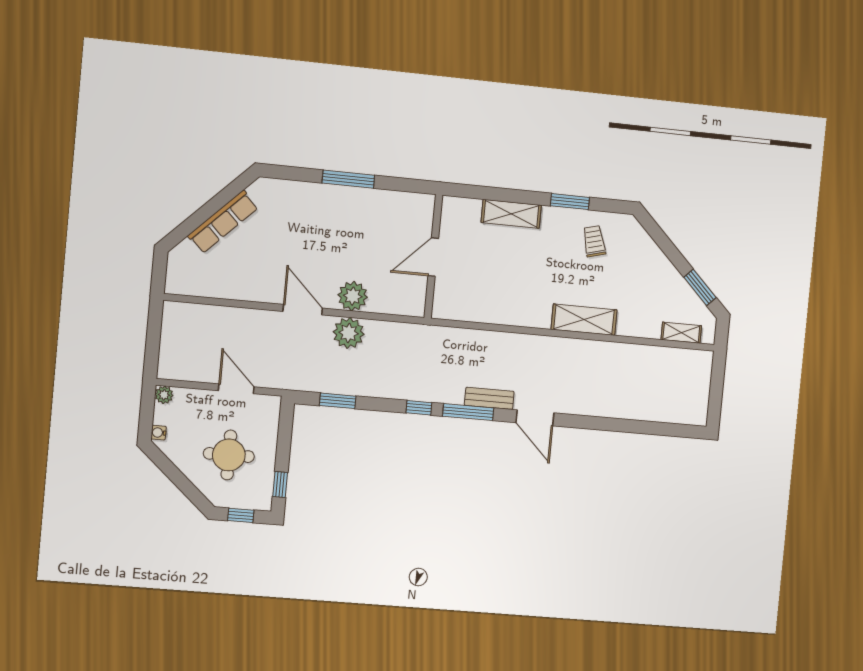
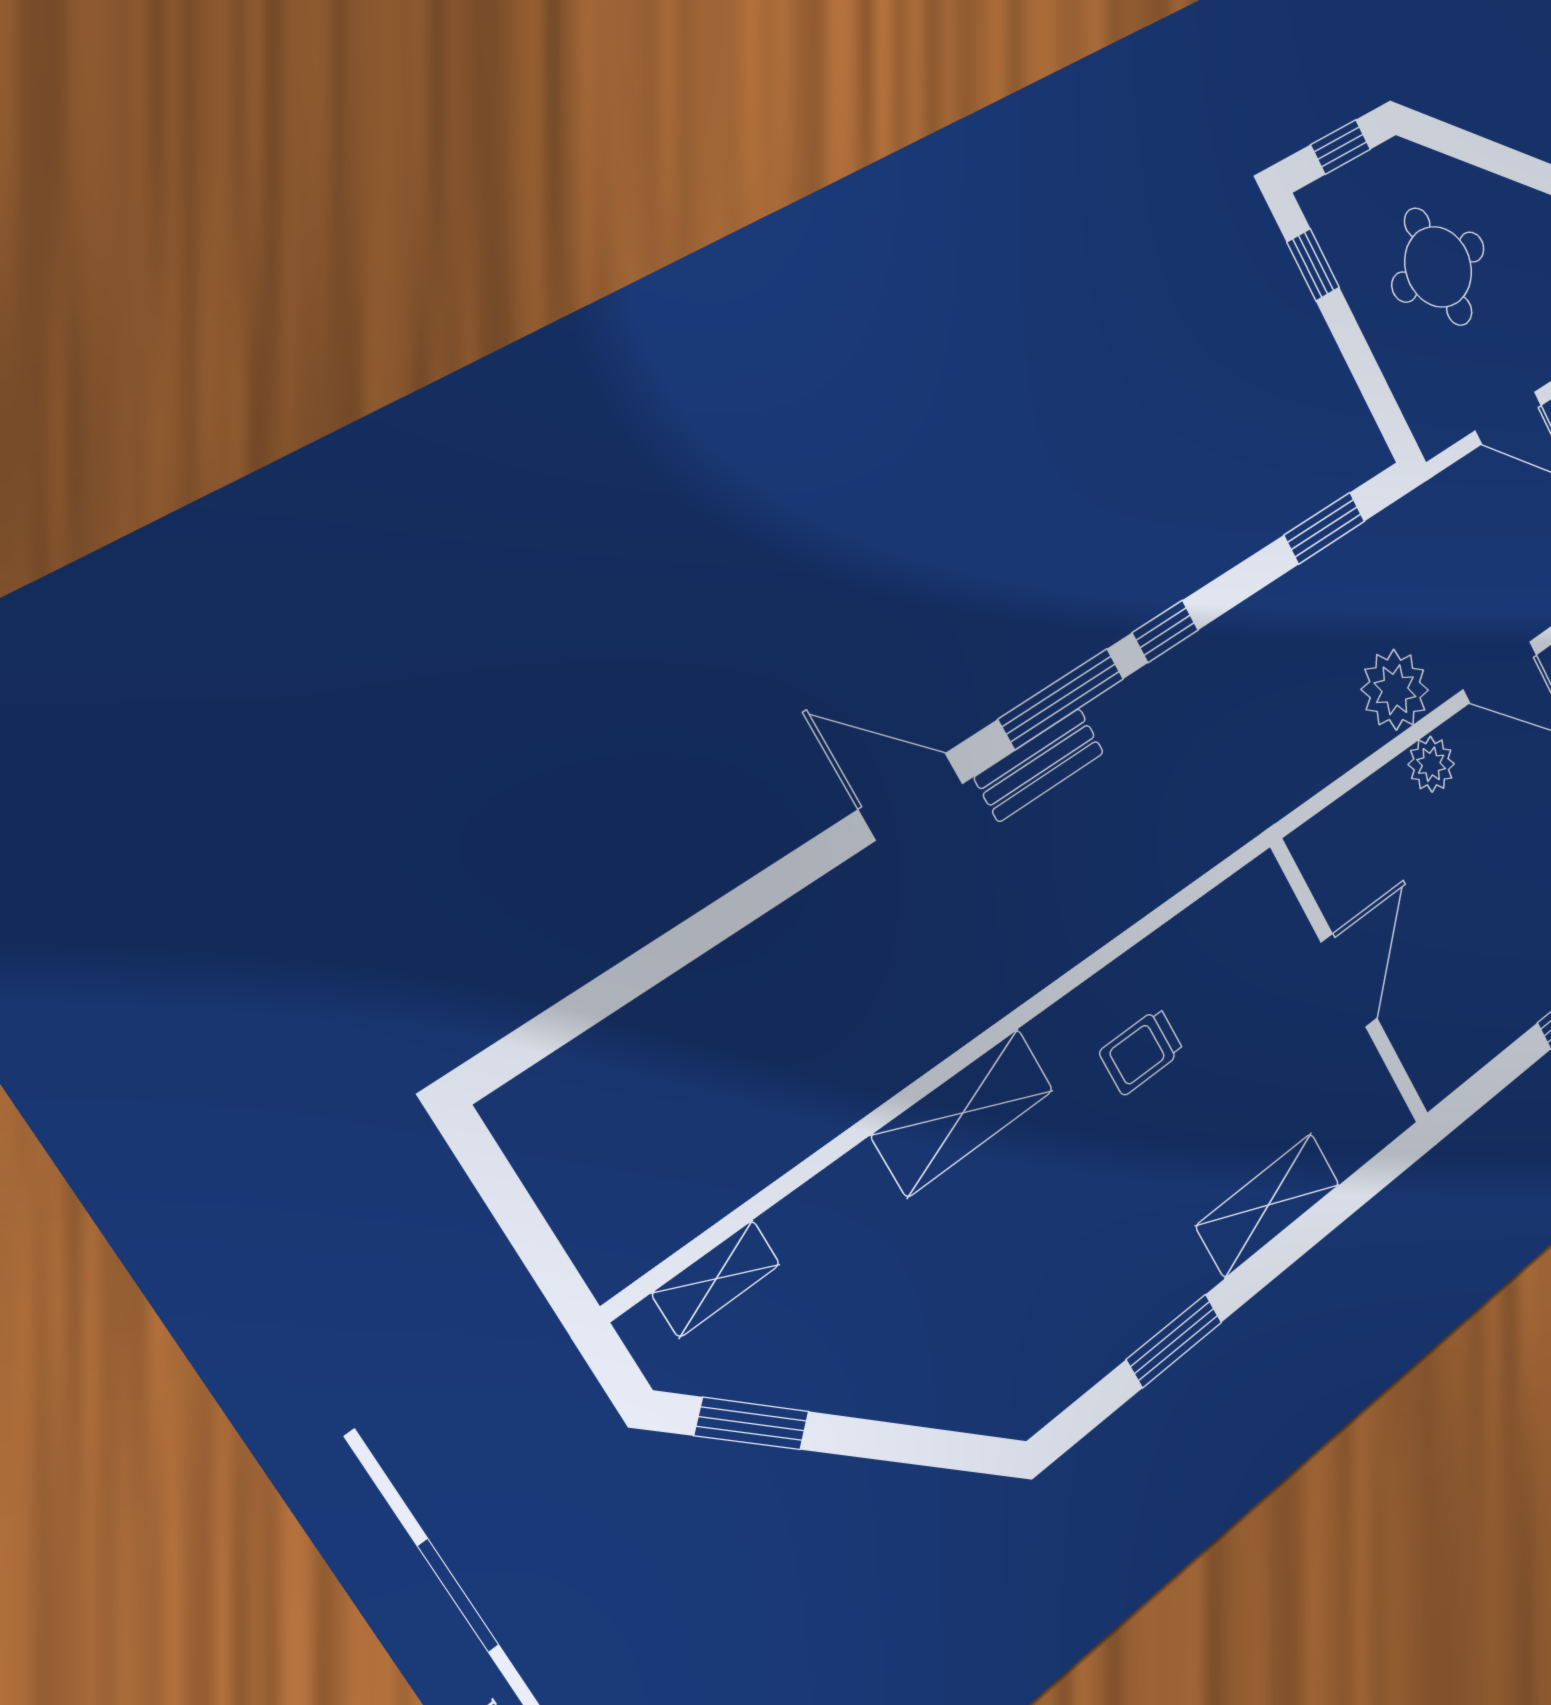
trolley: (594, 241) -> (1141, 1051), moved, turned 105
plant: (353, 296) -> (1431, 764), width x0.73, depth x0.73

